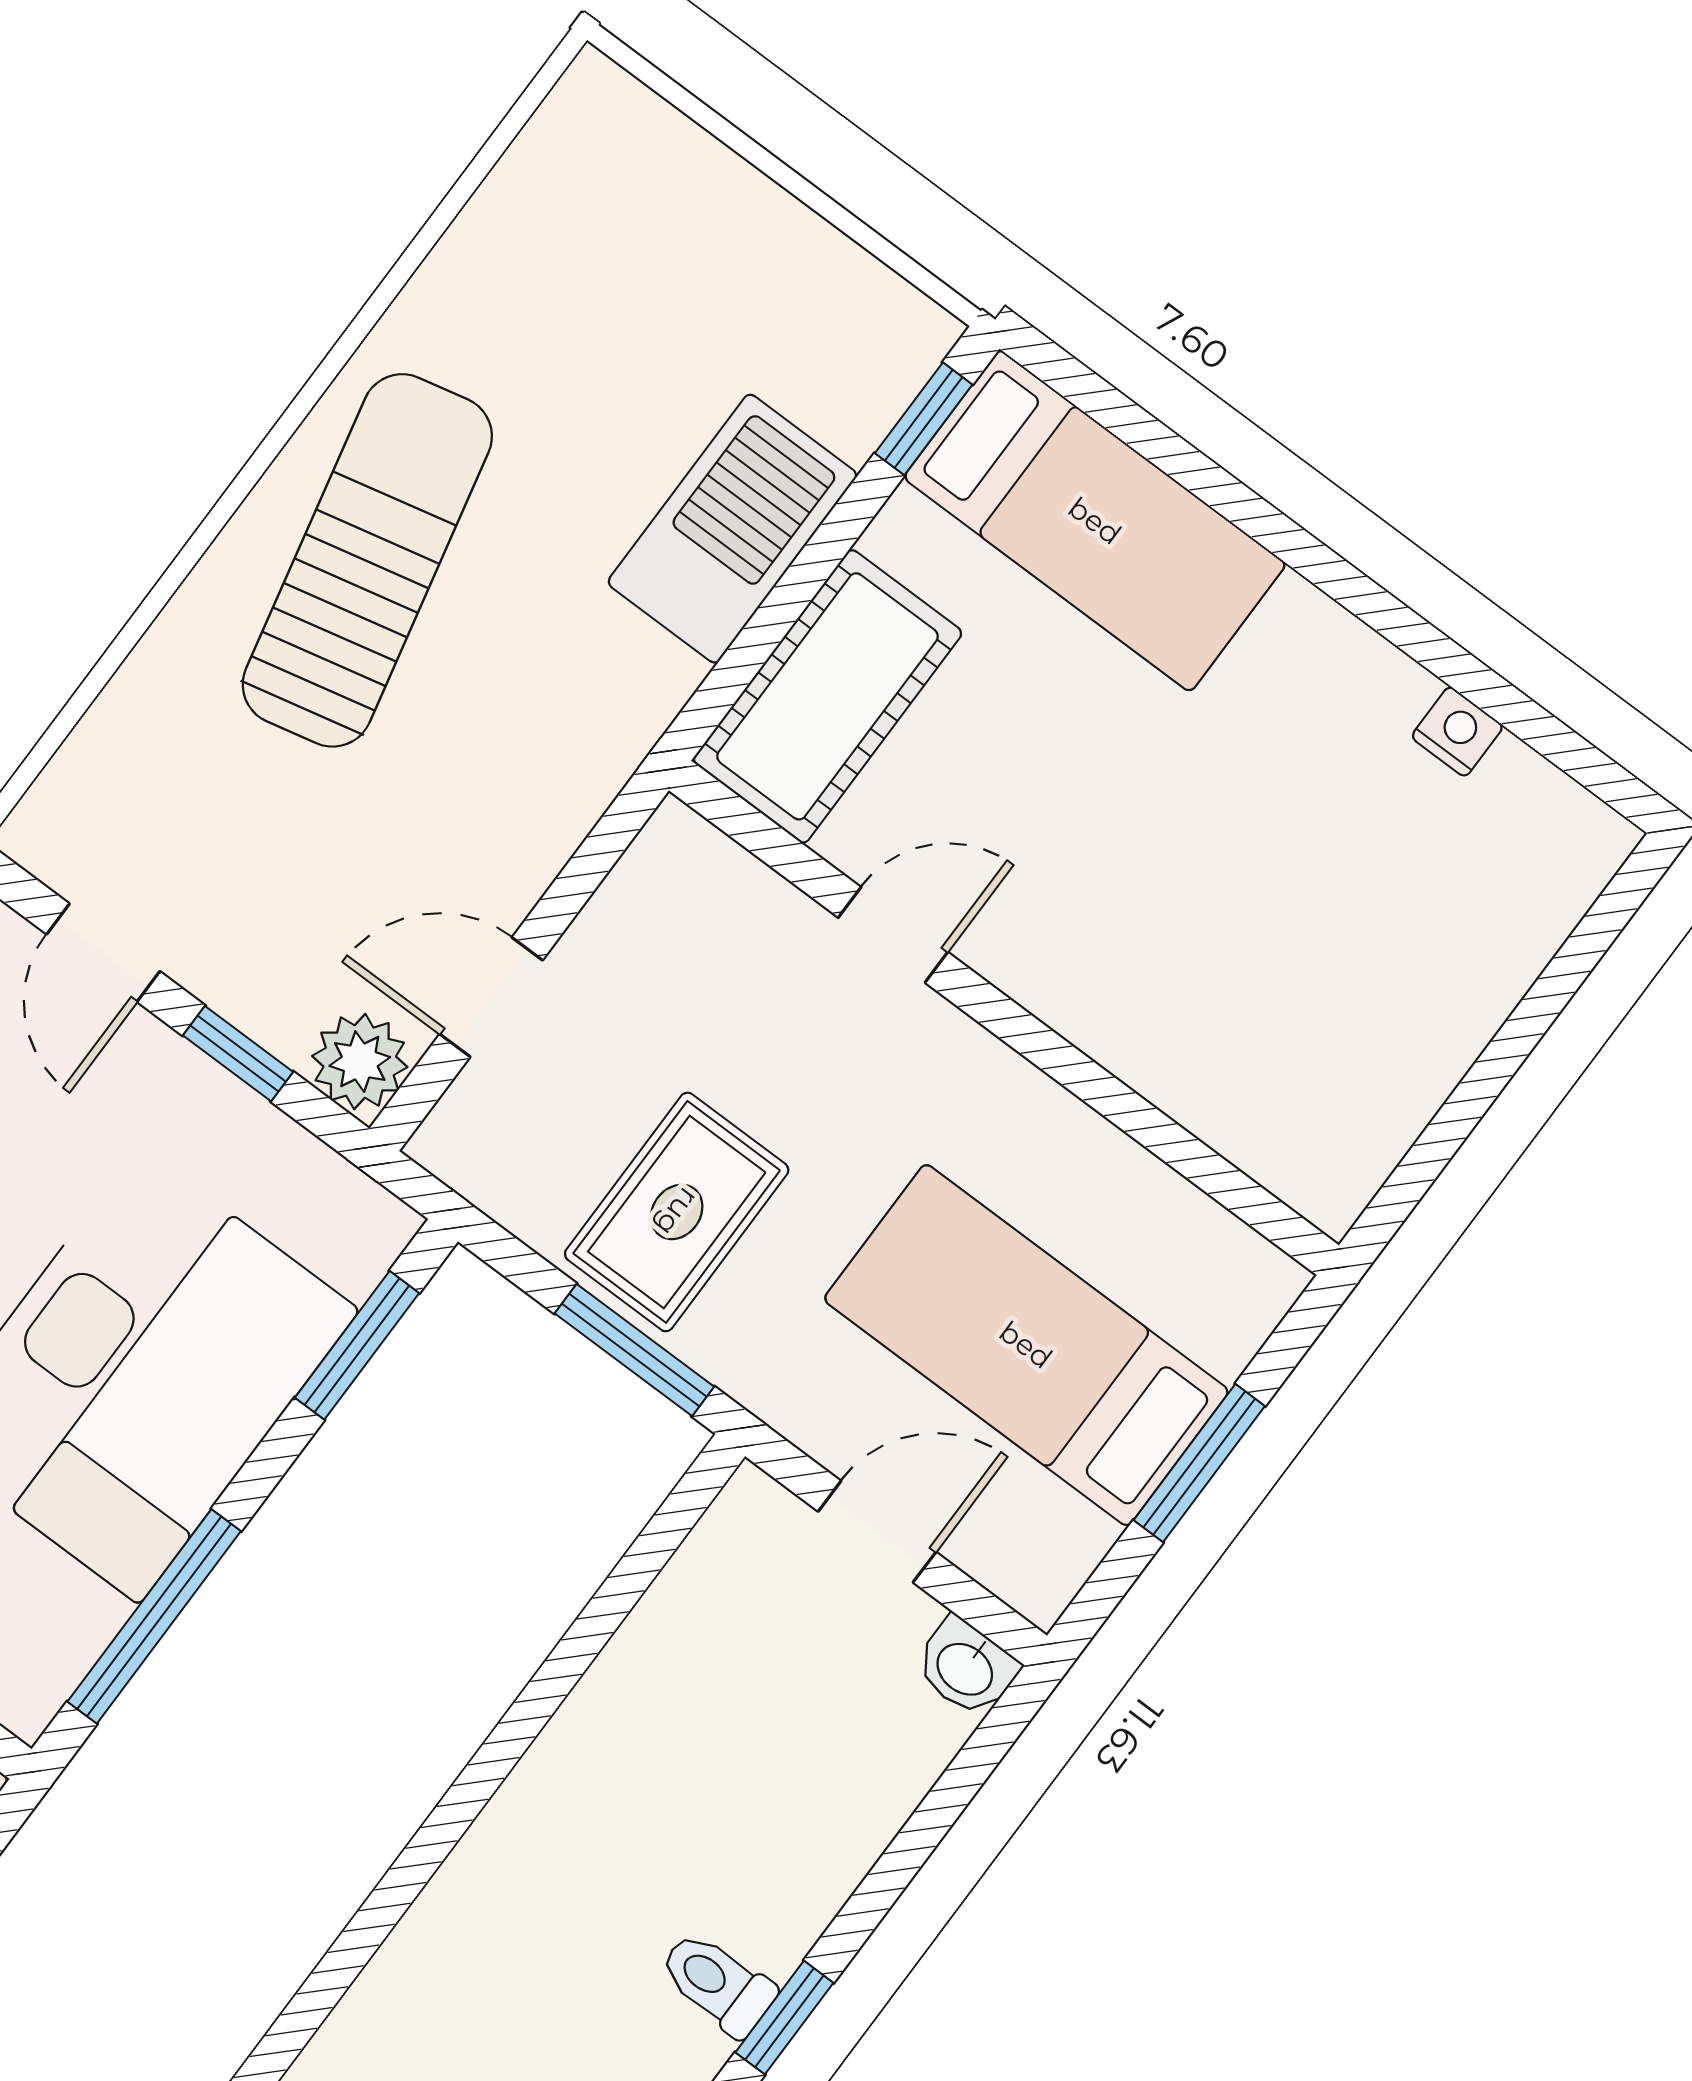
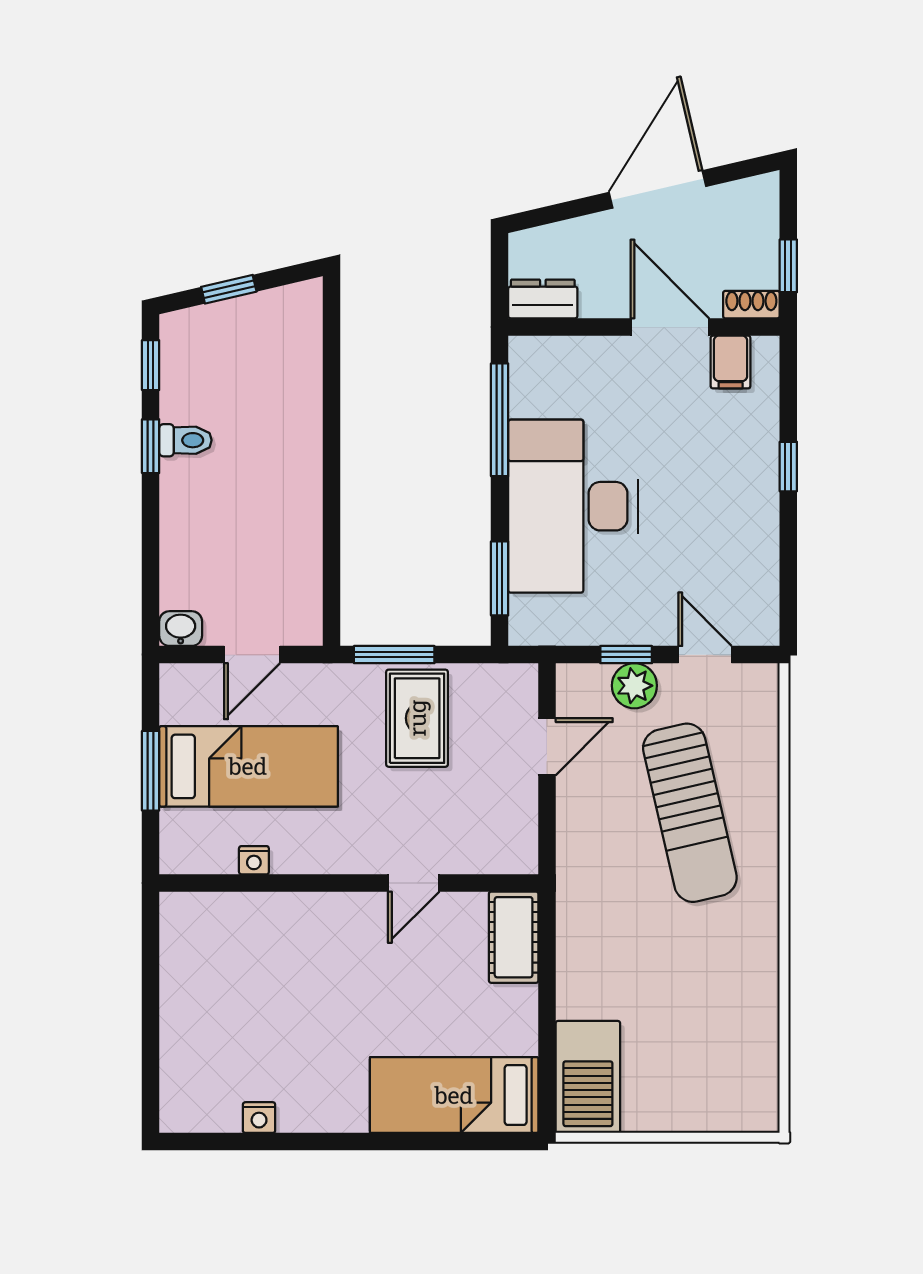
window: (924, 419) -> (547, 1085), removed
barbecue: (732, 529) -> (588, 1077), moved
sun lounger: (367, 560) -> (690, 813), moved
cot: (828, 696) -> (514, 937), width x0.73, depth x0.75
plant: (360, 1062) -> (634, 686), moved
nightstand: (1137, 1178) -> (254, 860), added

